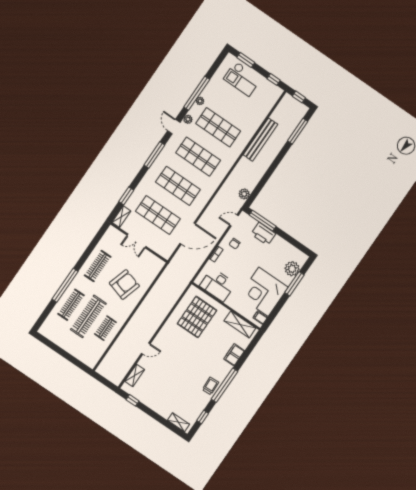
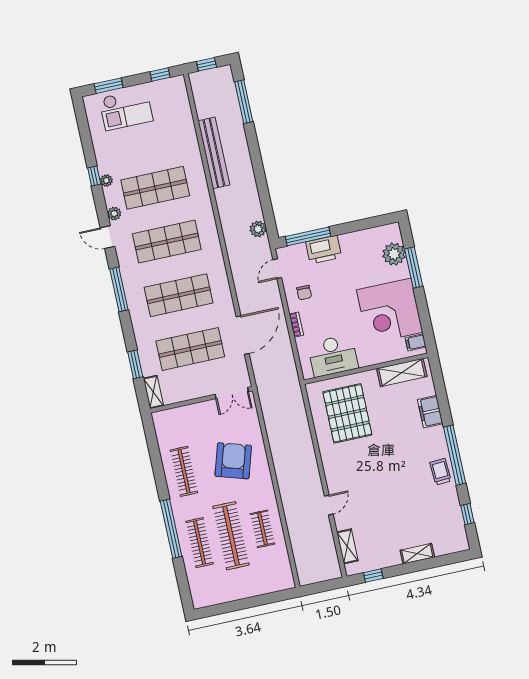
window: (197, 93) -> (94, 176), width x0.32
double door: (137, 241) -> (232, 393), moved
shelving: (178, 422) -> (417, 554), moved

